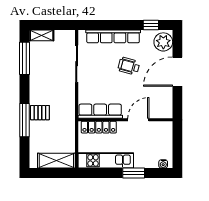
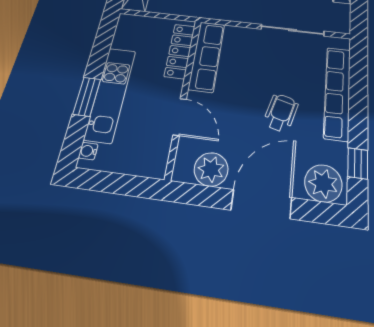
door: (177, 72) -> (261, 204), hinge flipped
plant: (164, 99) -> (211, 169), added
kitchen unit: (106, 160) -> (111, 94), moved

